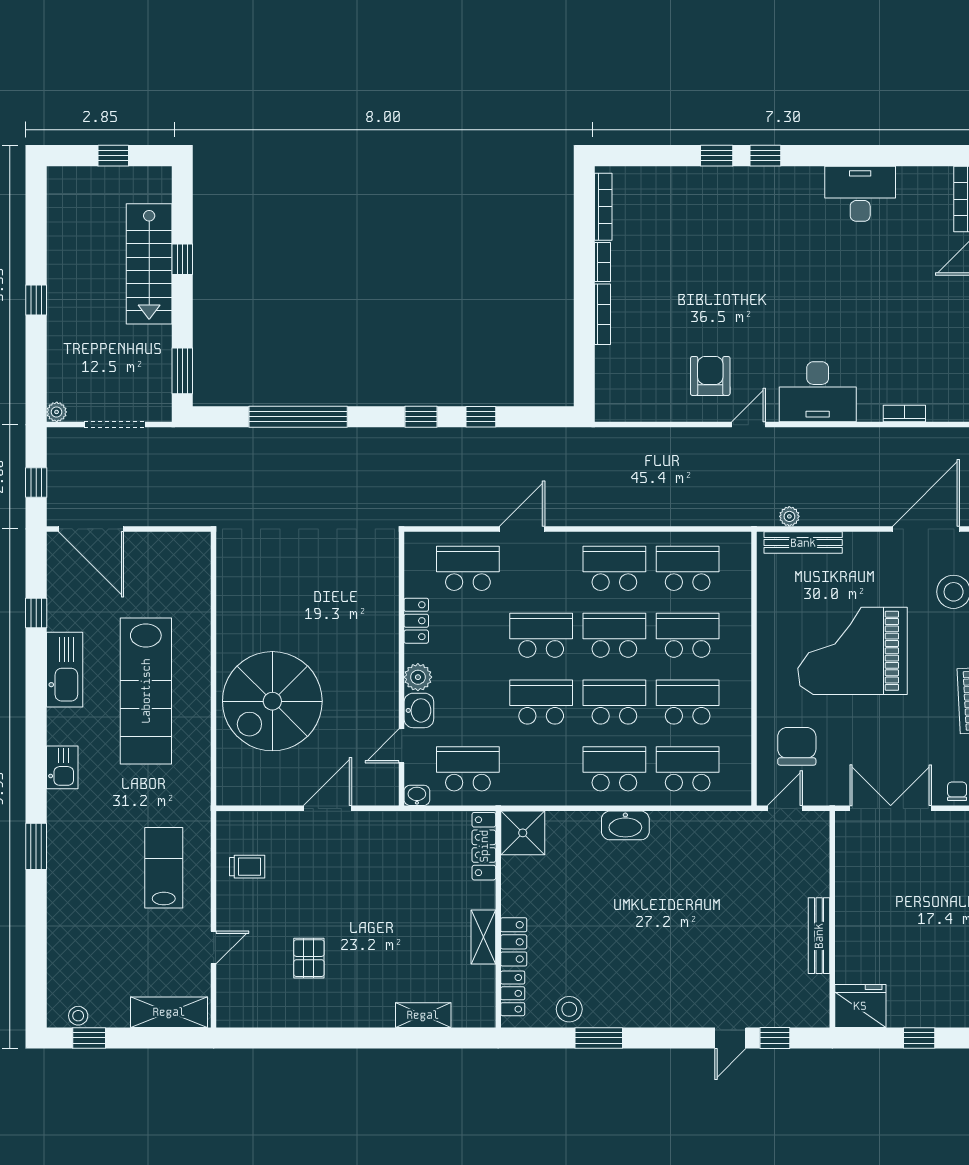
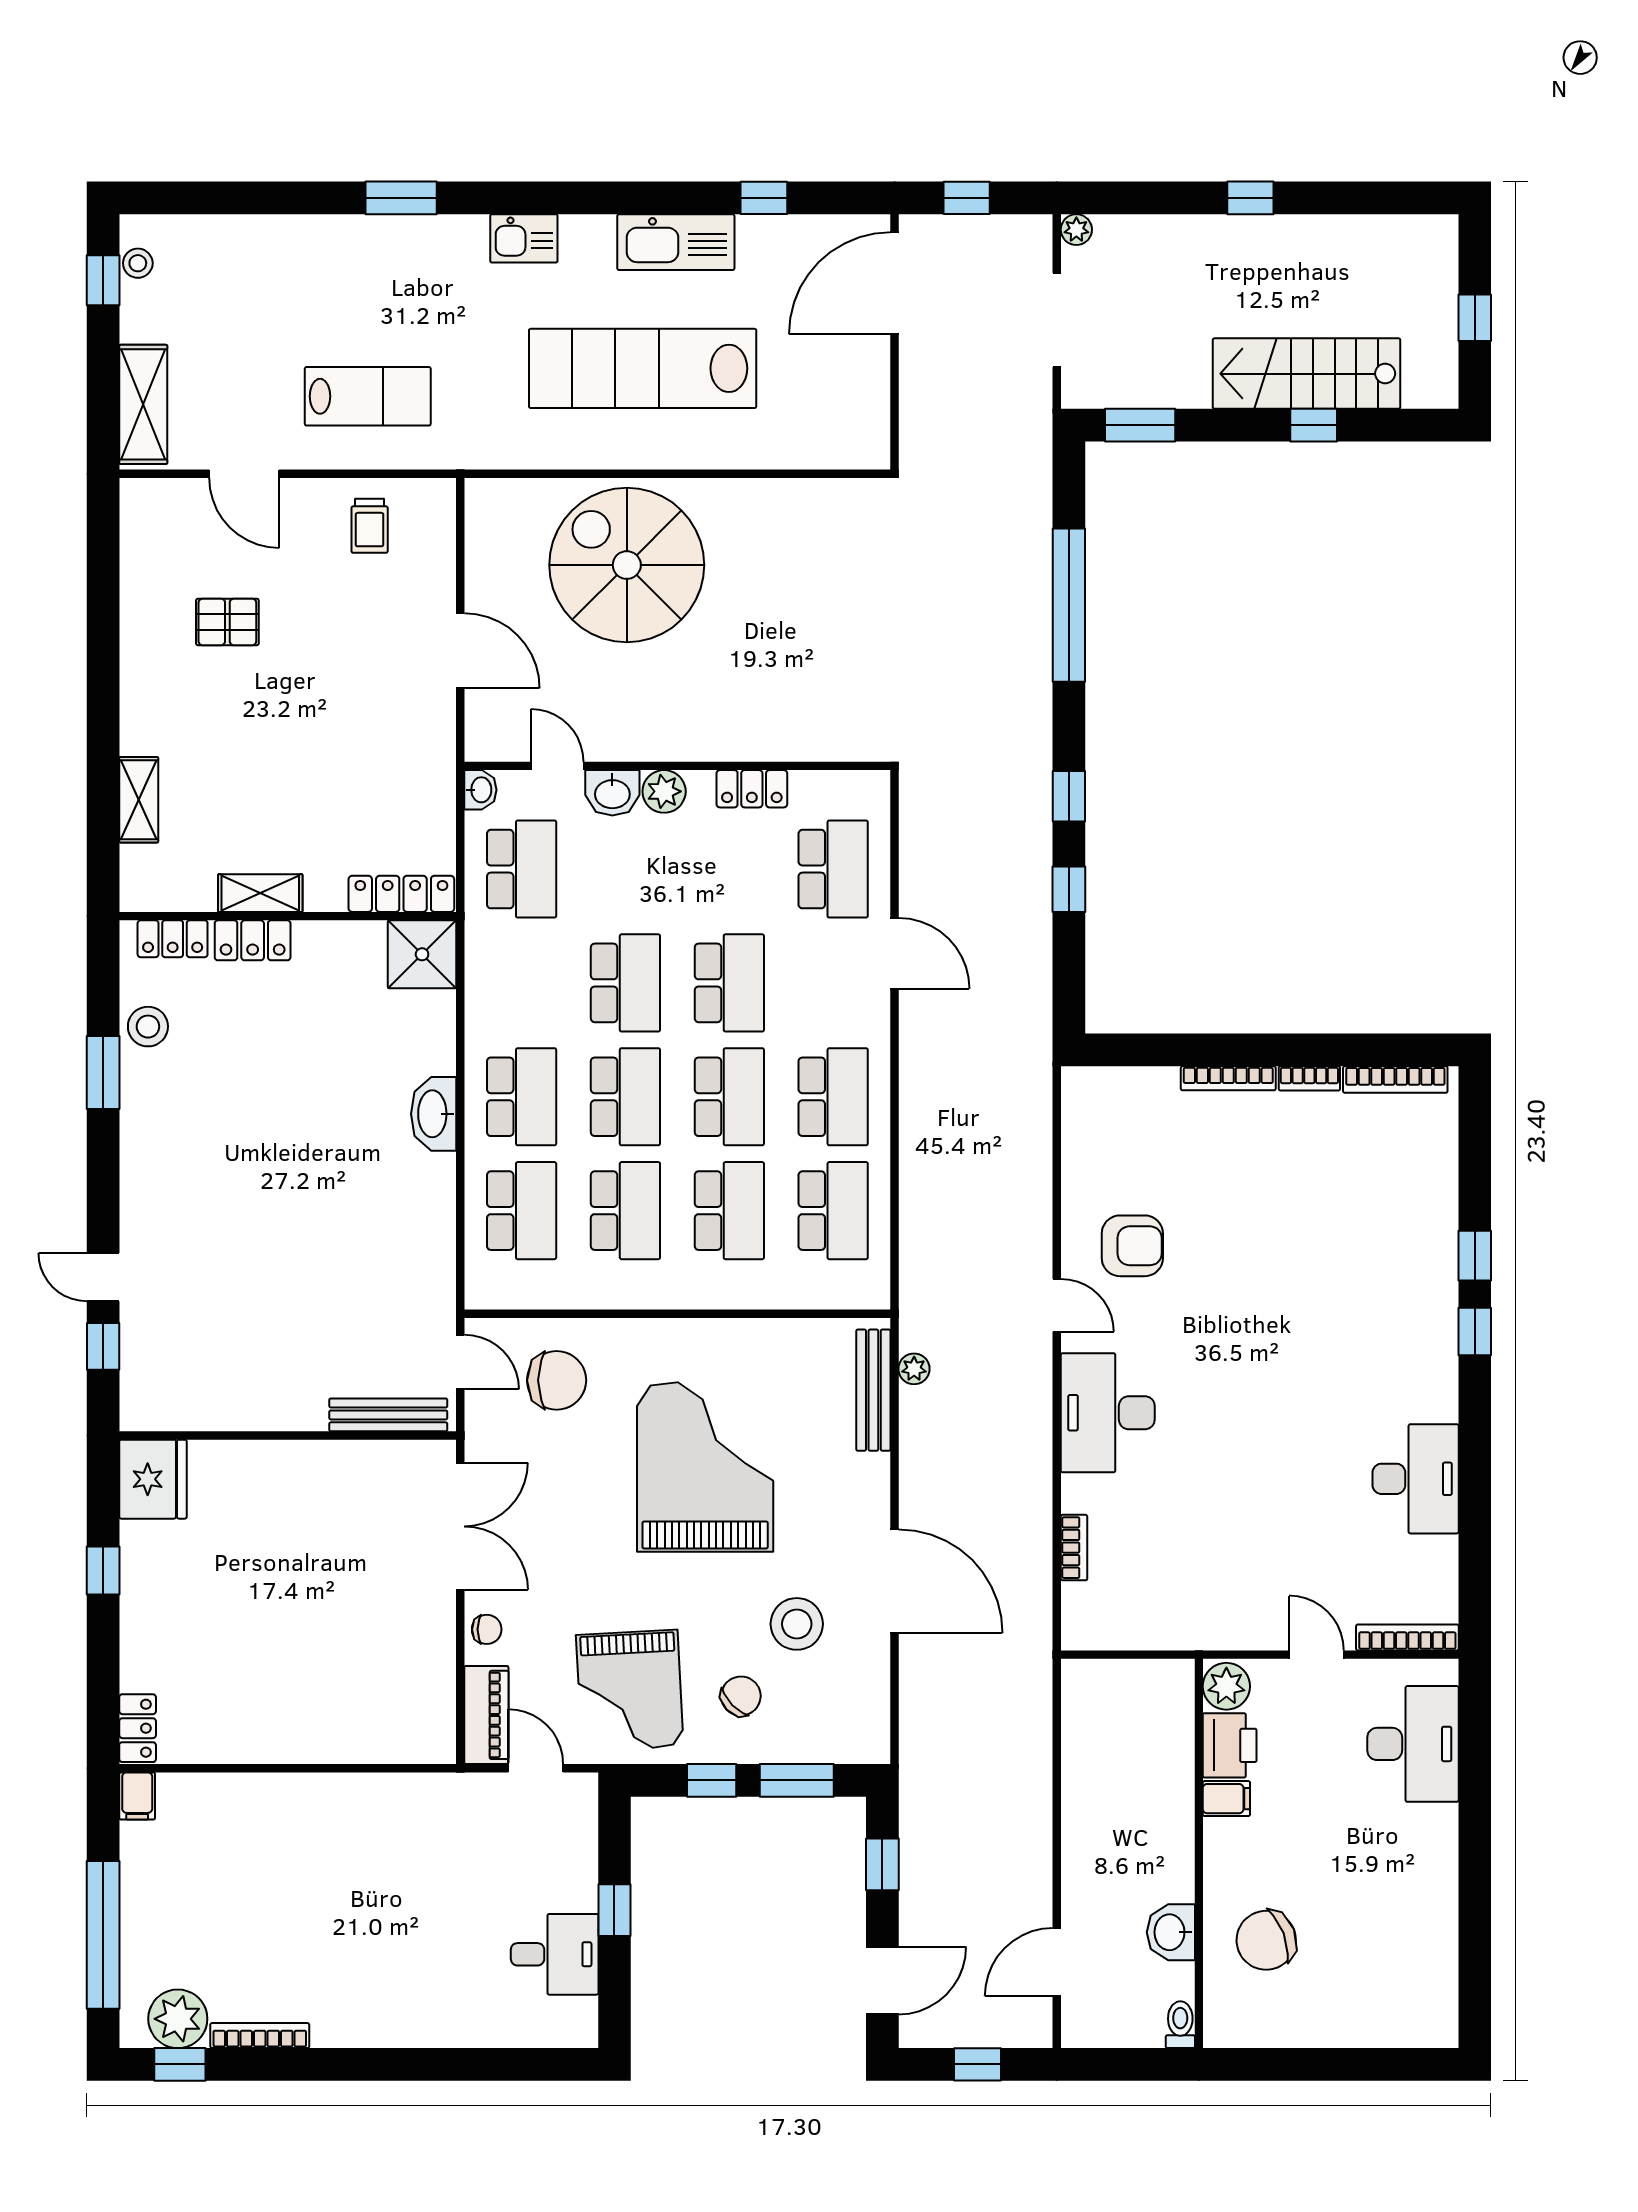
bench: (819, 936) -> (388, 1415), moved
door: (214, 947) -> (244, 474), width x1.38

